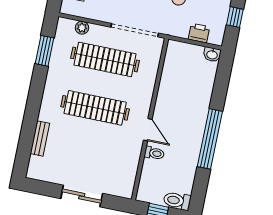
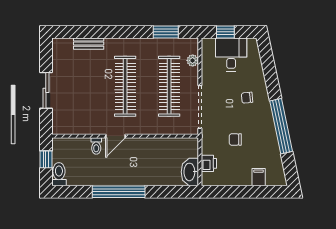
window: (235, 17) -> (229, 192), removed
washbasin: (212, 54) -> (190, 172), width x1.91, depth x1.45

